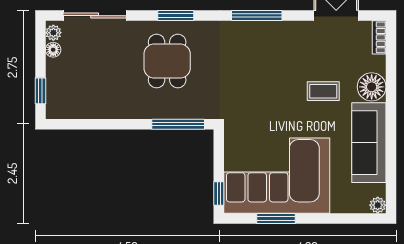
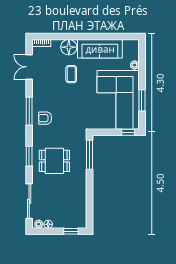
armchair: (244, 44) -> (45, 118), added
plant: (378, 205) -> (135, 65), moved

